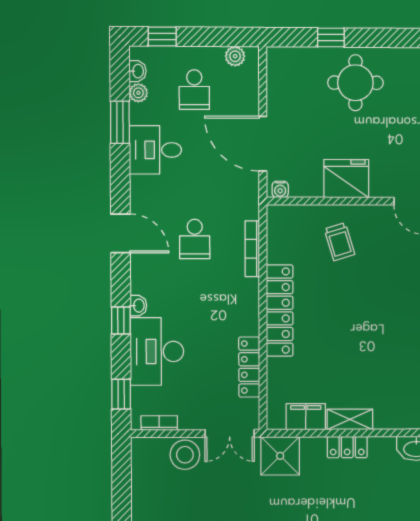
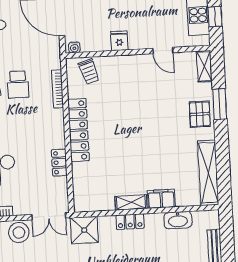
fridge: (346, 179) -> (119, 41), width x0.53, depth x0.75
trolley: (339, 242) -> (89, 72), moved
locker: (249, 367) -> (59, 163), width x0.66
filing cabinet: (306, 417) -> (161, 199), moved

